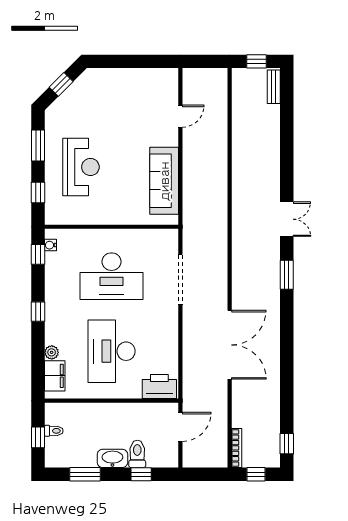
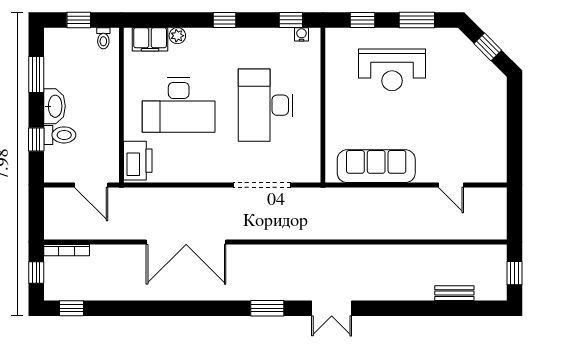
bench: (274, 87) -> (454, 293), moved
desk: (111, 351) -> (179, 105), turned 180
toilet: (54, 431) -> (103, 38), moved

